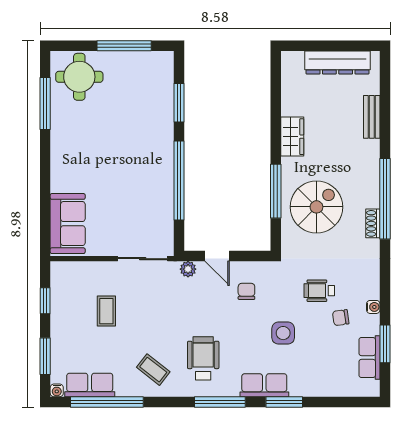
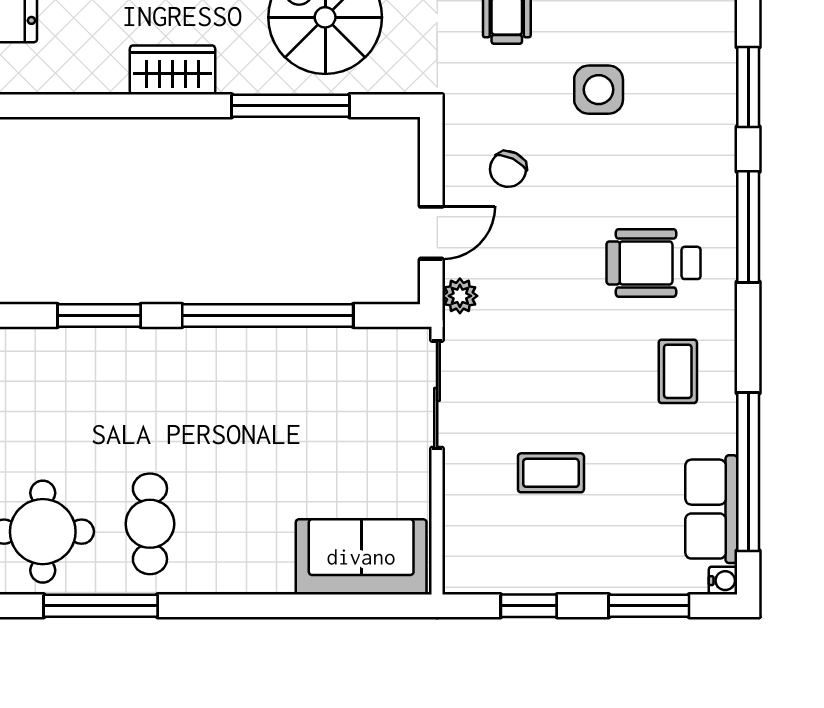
cafe table: (83, 126) -> (150, 524), added
chair: (246, 291) -> (508, 169), turned -64
coffee table: (153, 370) -> (678, 371), turned -38
row of seats: (264, 385) -> (712, 130), removed

